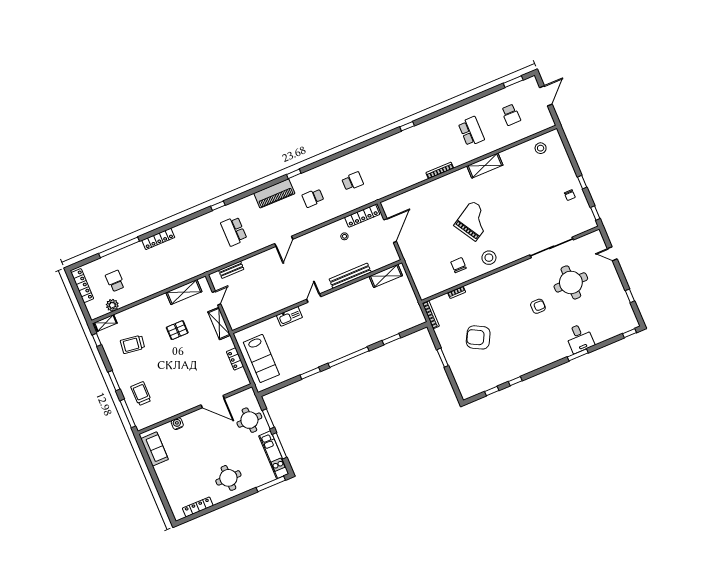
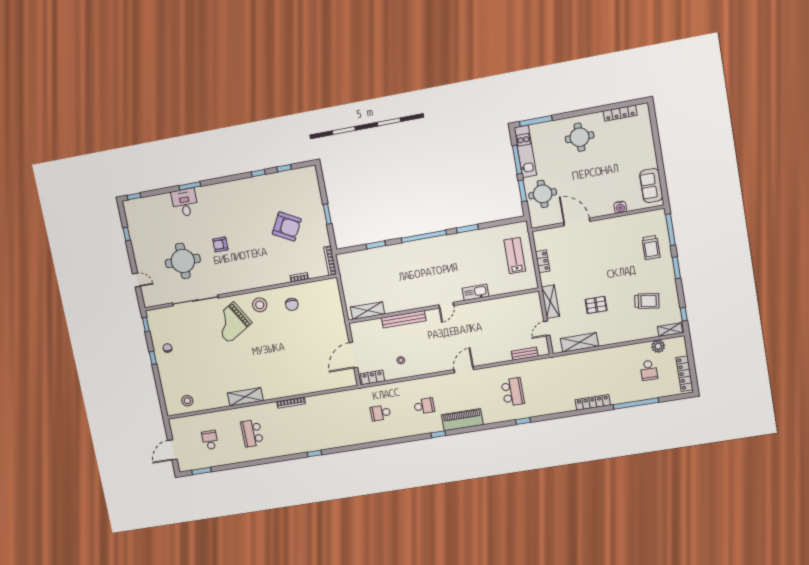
locker: (362, 216) -> (372, 377), width x0.66
grand piano: (474, 221) -> (231, 323), moved
lab bench: (261, 358) -> (515, 256), width x0.73, depth x0.72

